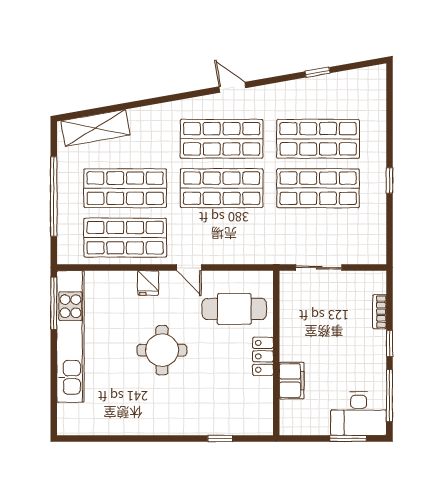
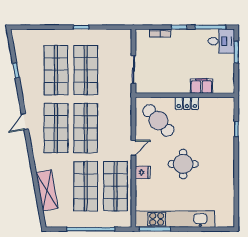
shelving: (95, 128) -> (47, 190), moved
cafe table: (234, 309) -> (158, 120), turned -43
desk: (359, 414) -> (221, 41), width x0.73

